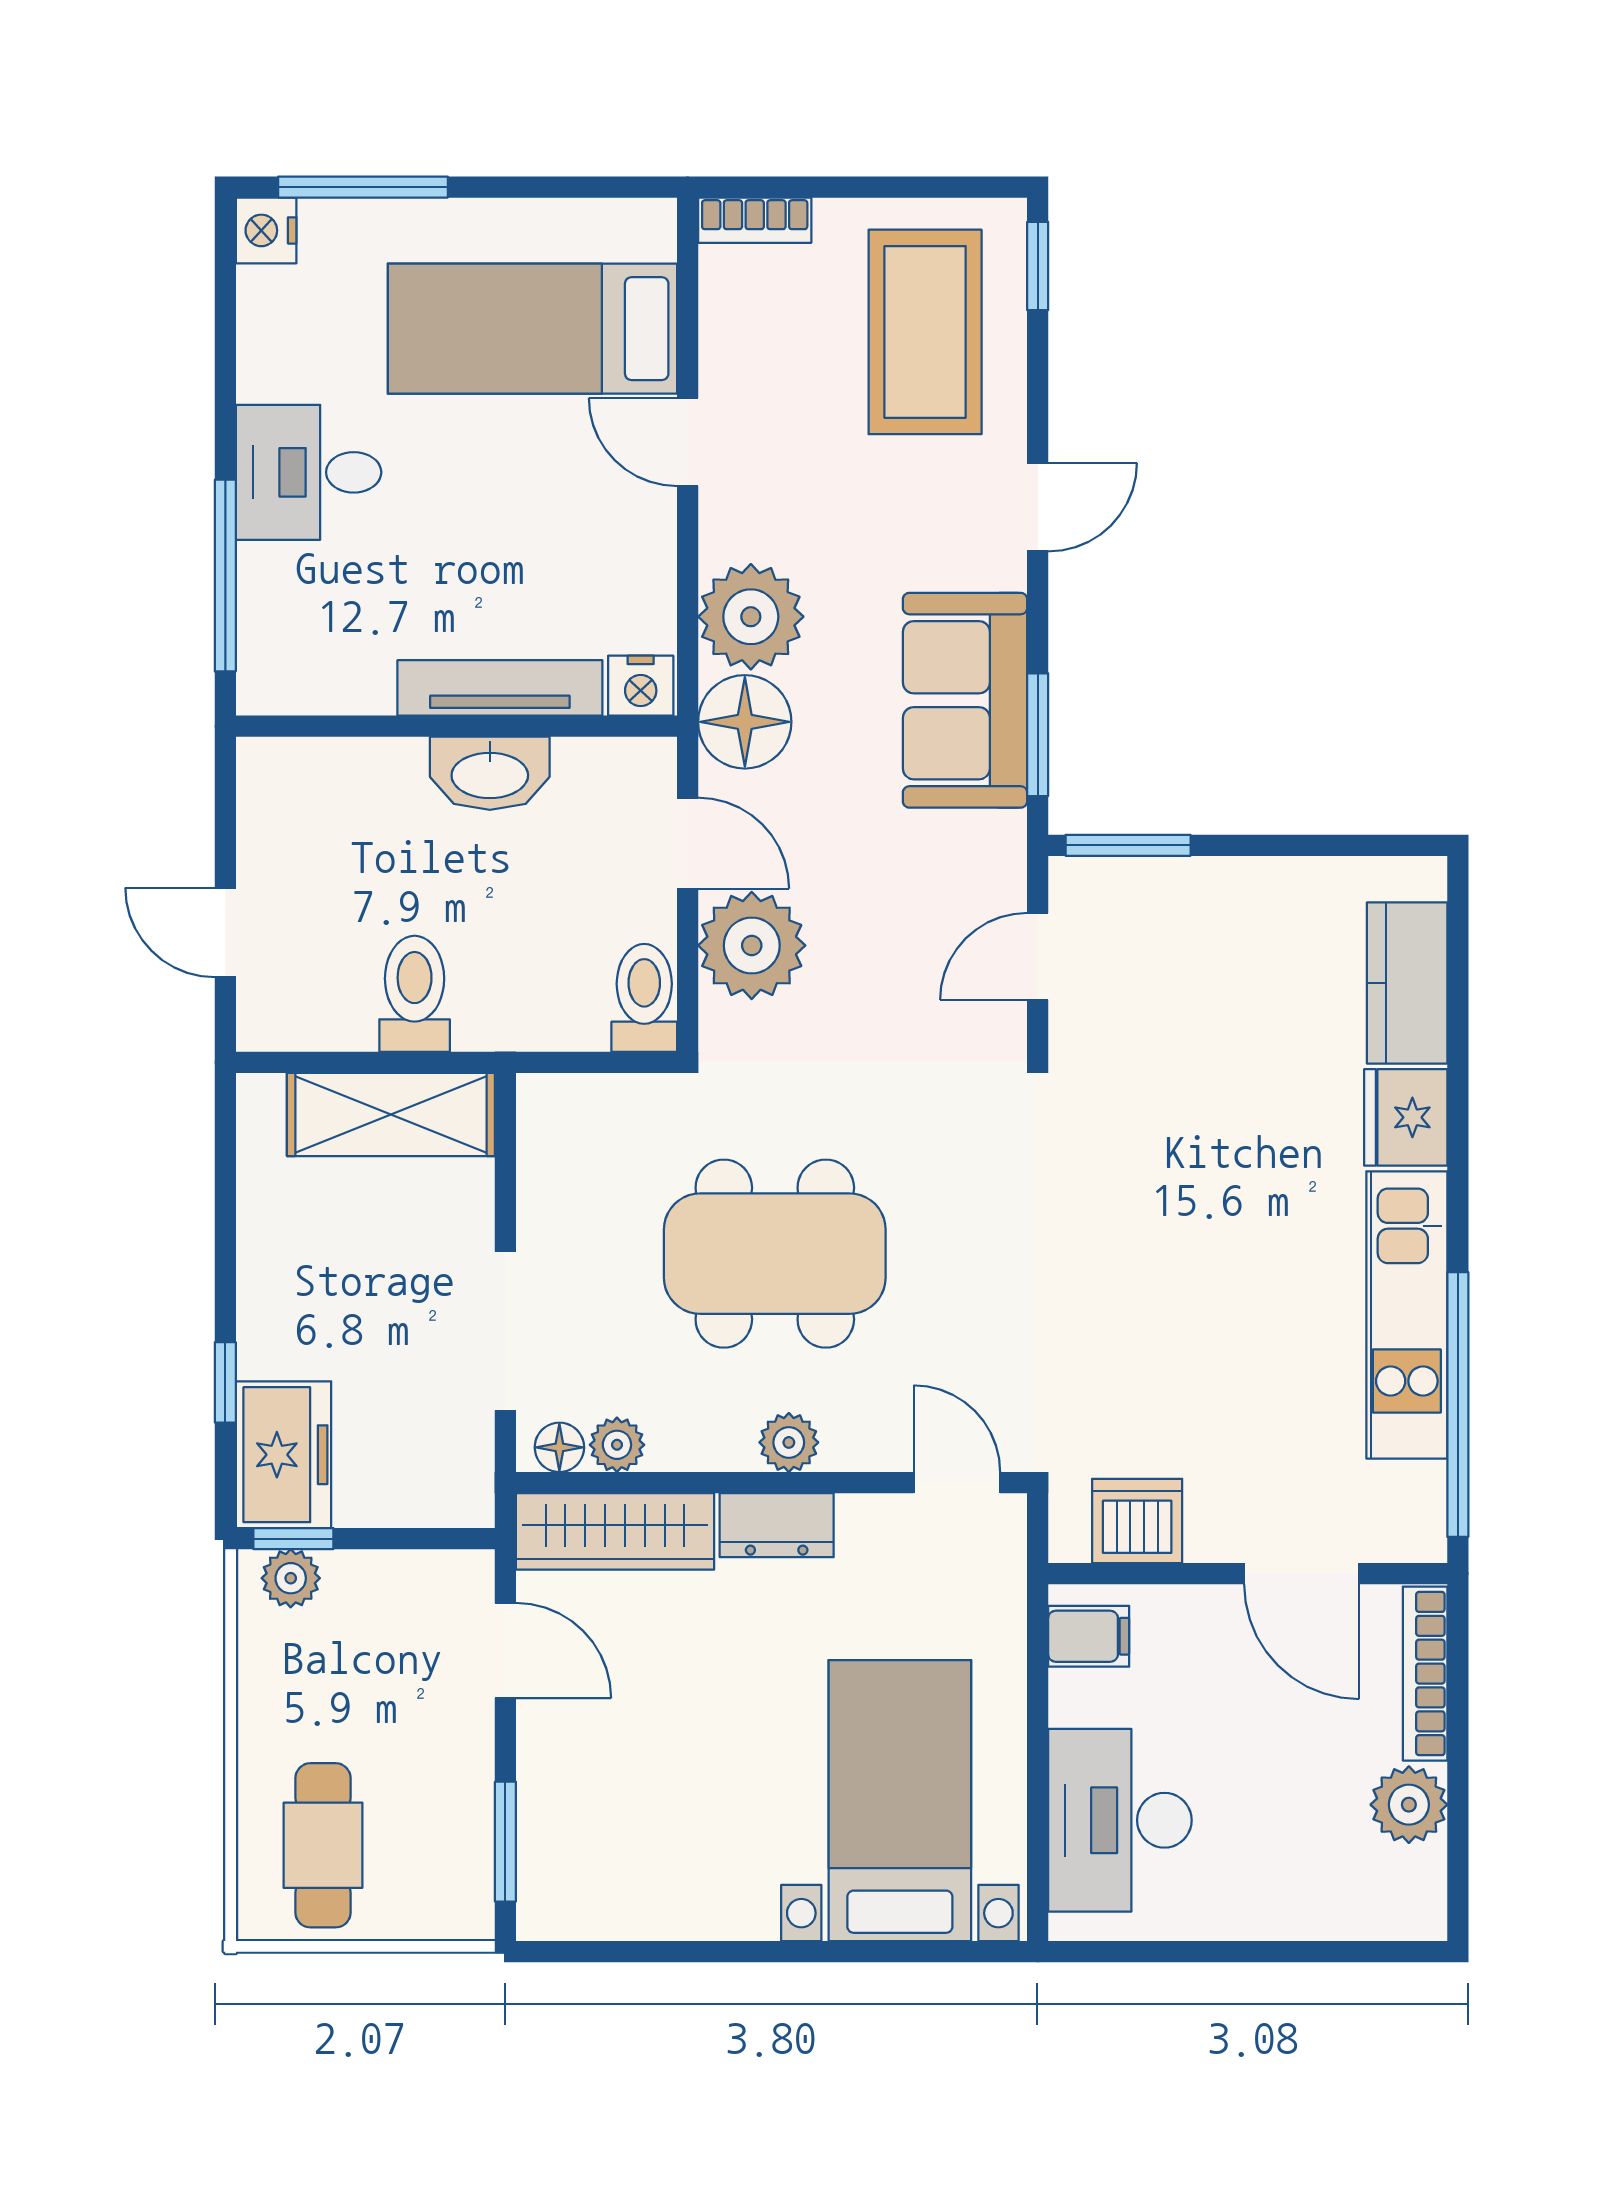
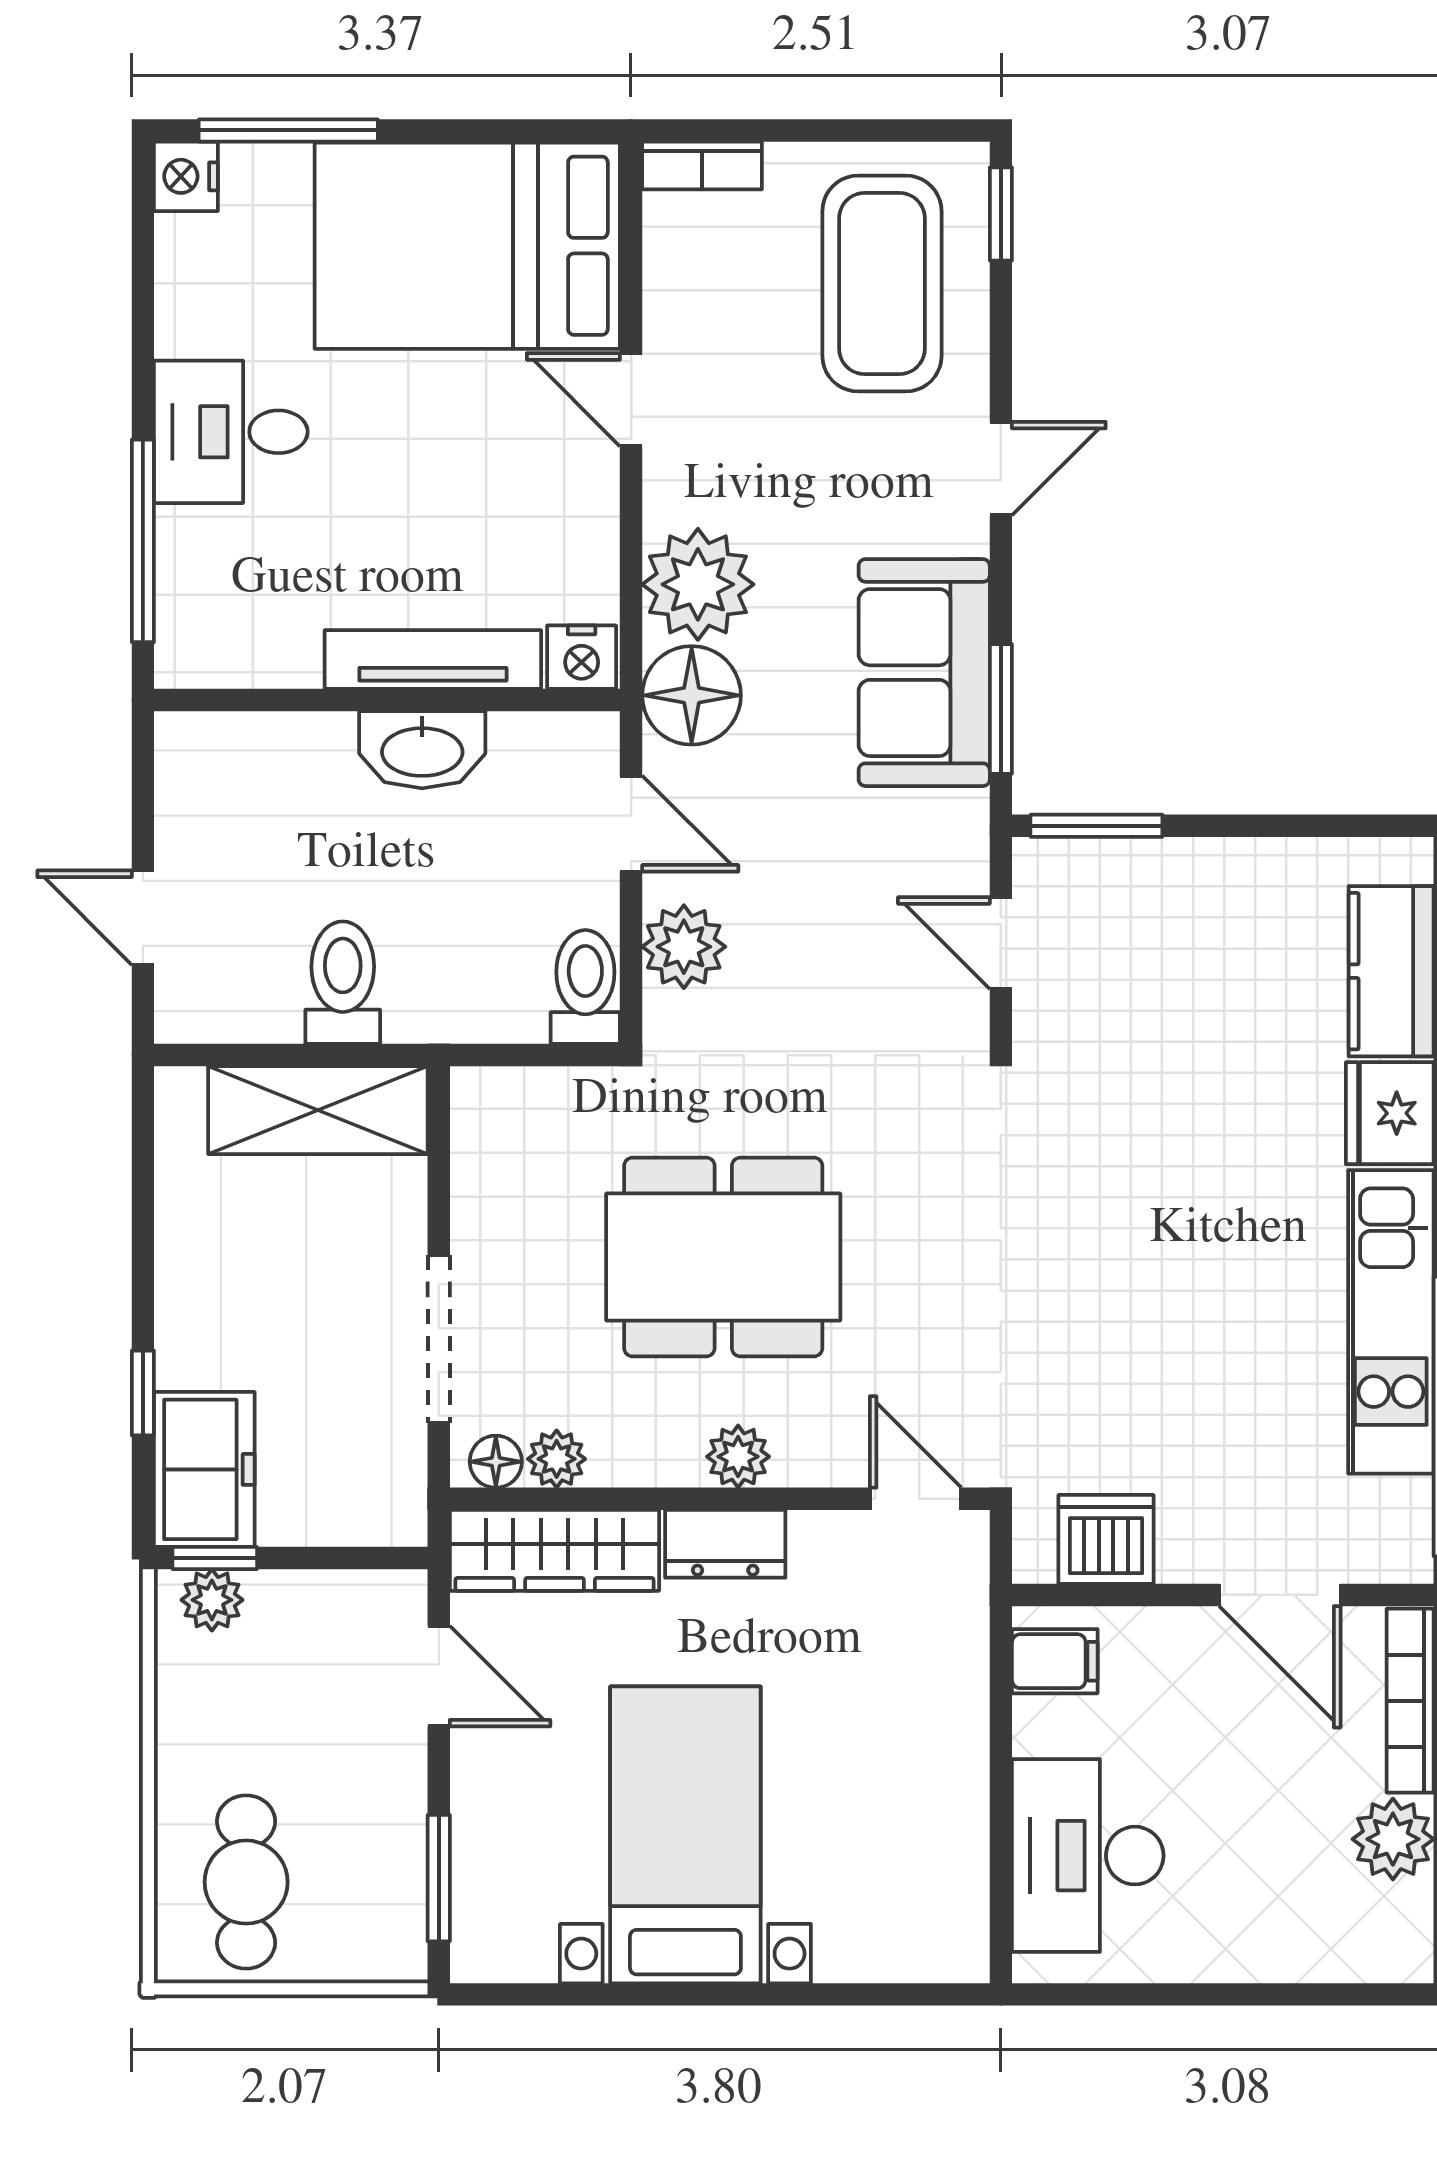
bed: (532, 329) -> (467, 246), width x1.50
plant: (752, 945) -> (684, 947), width x0.73, depth x0.73
door: (1038, 956) -> (1001, 943), hinge flipped
bed with nightstands: (900, 1801) -> (685, 1835), moved

